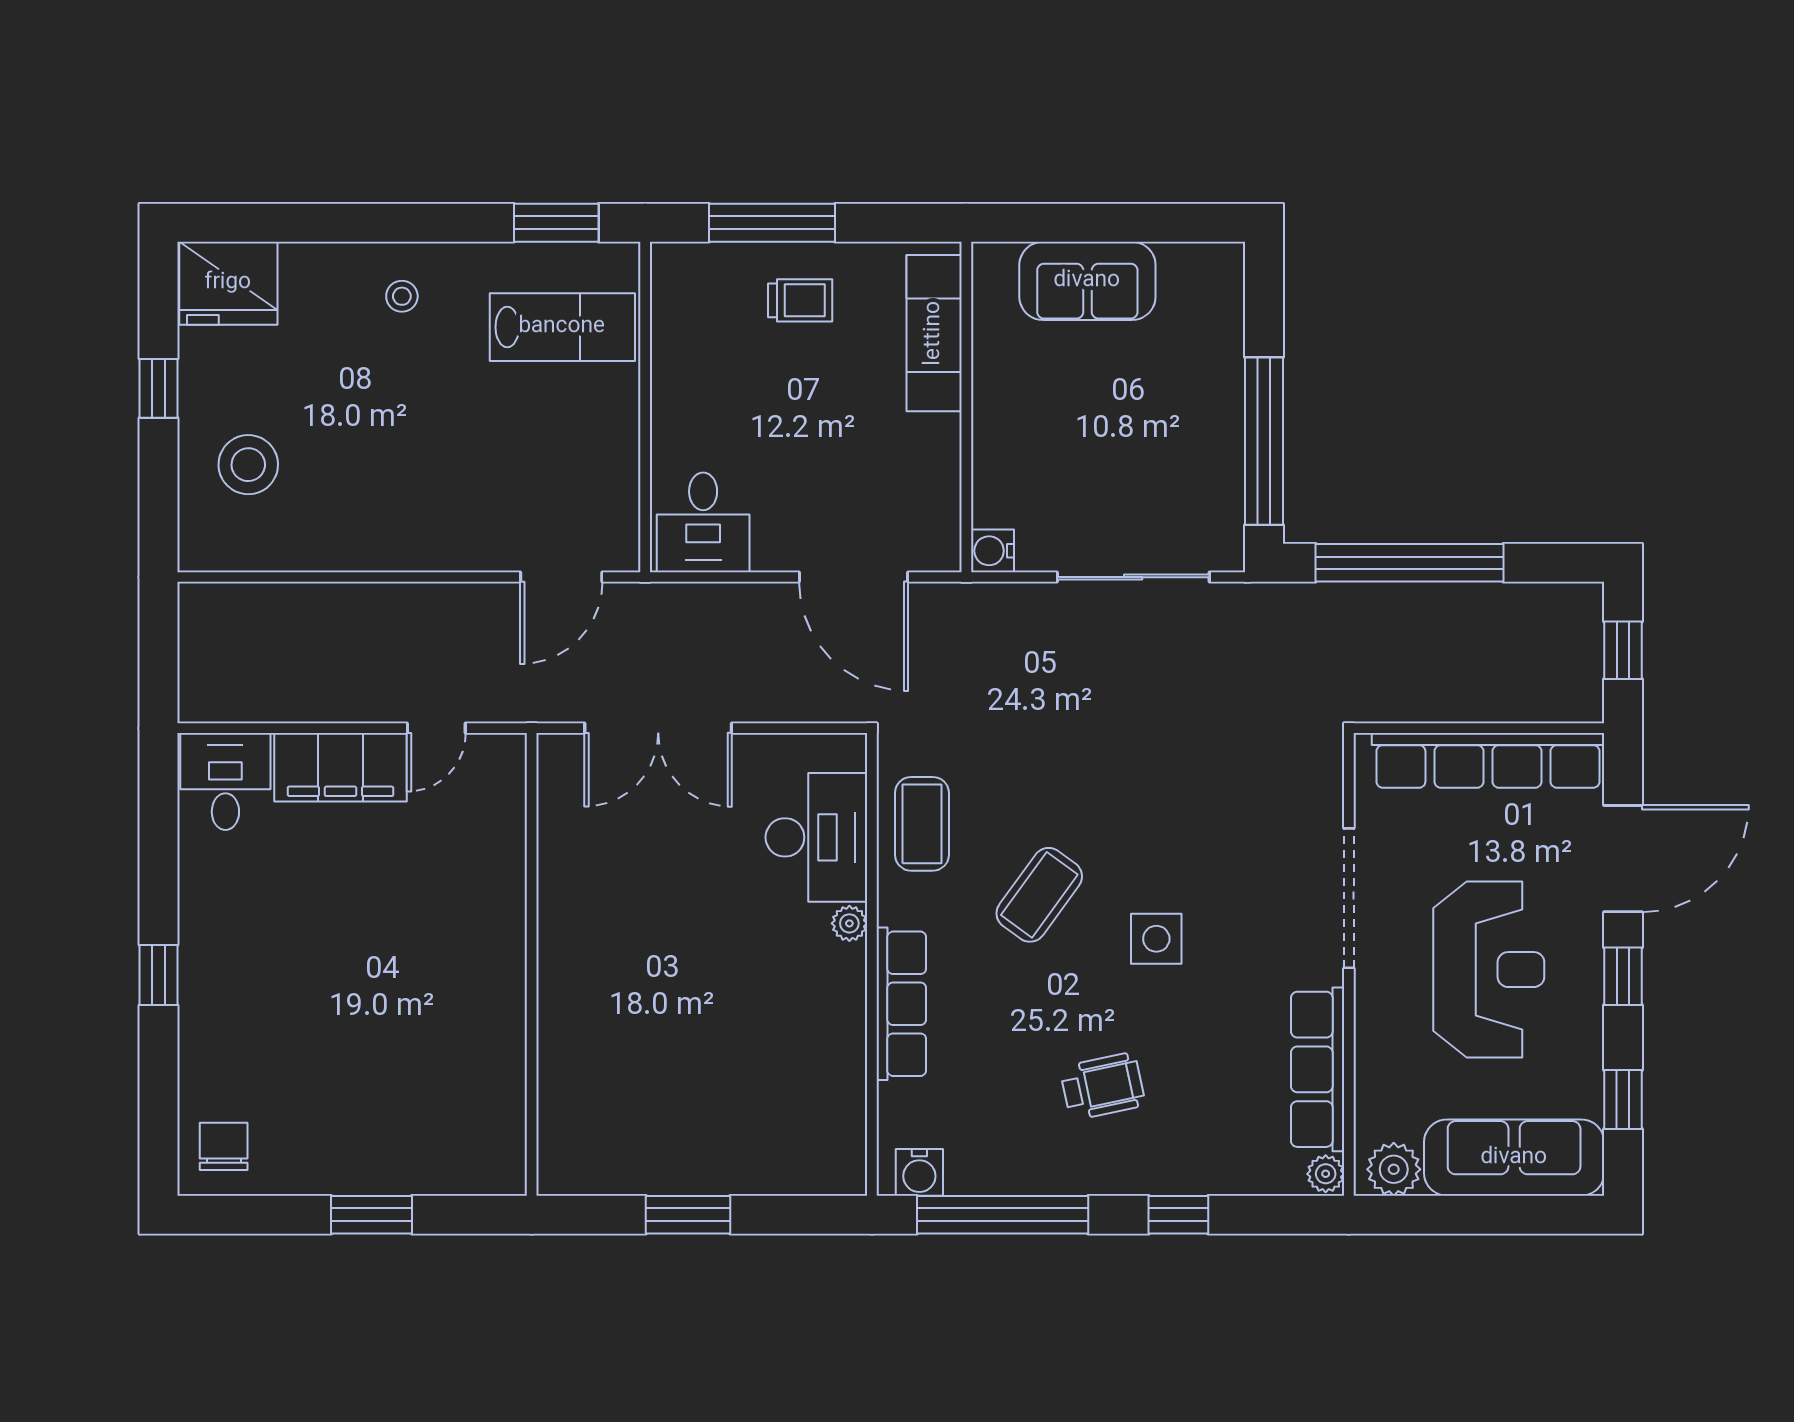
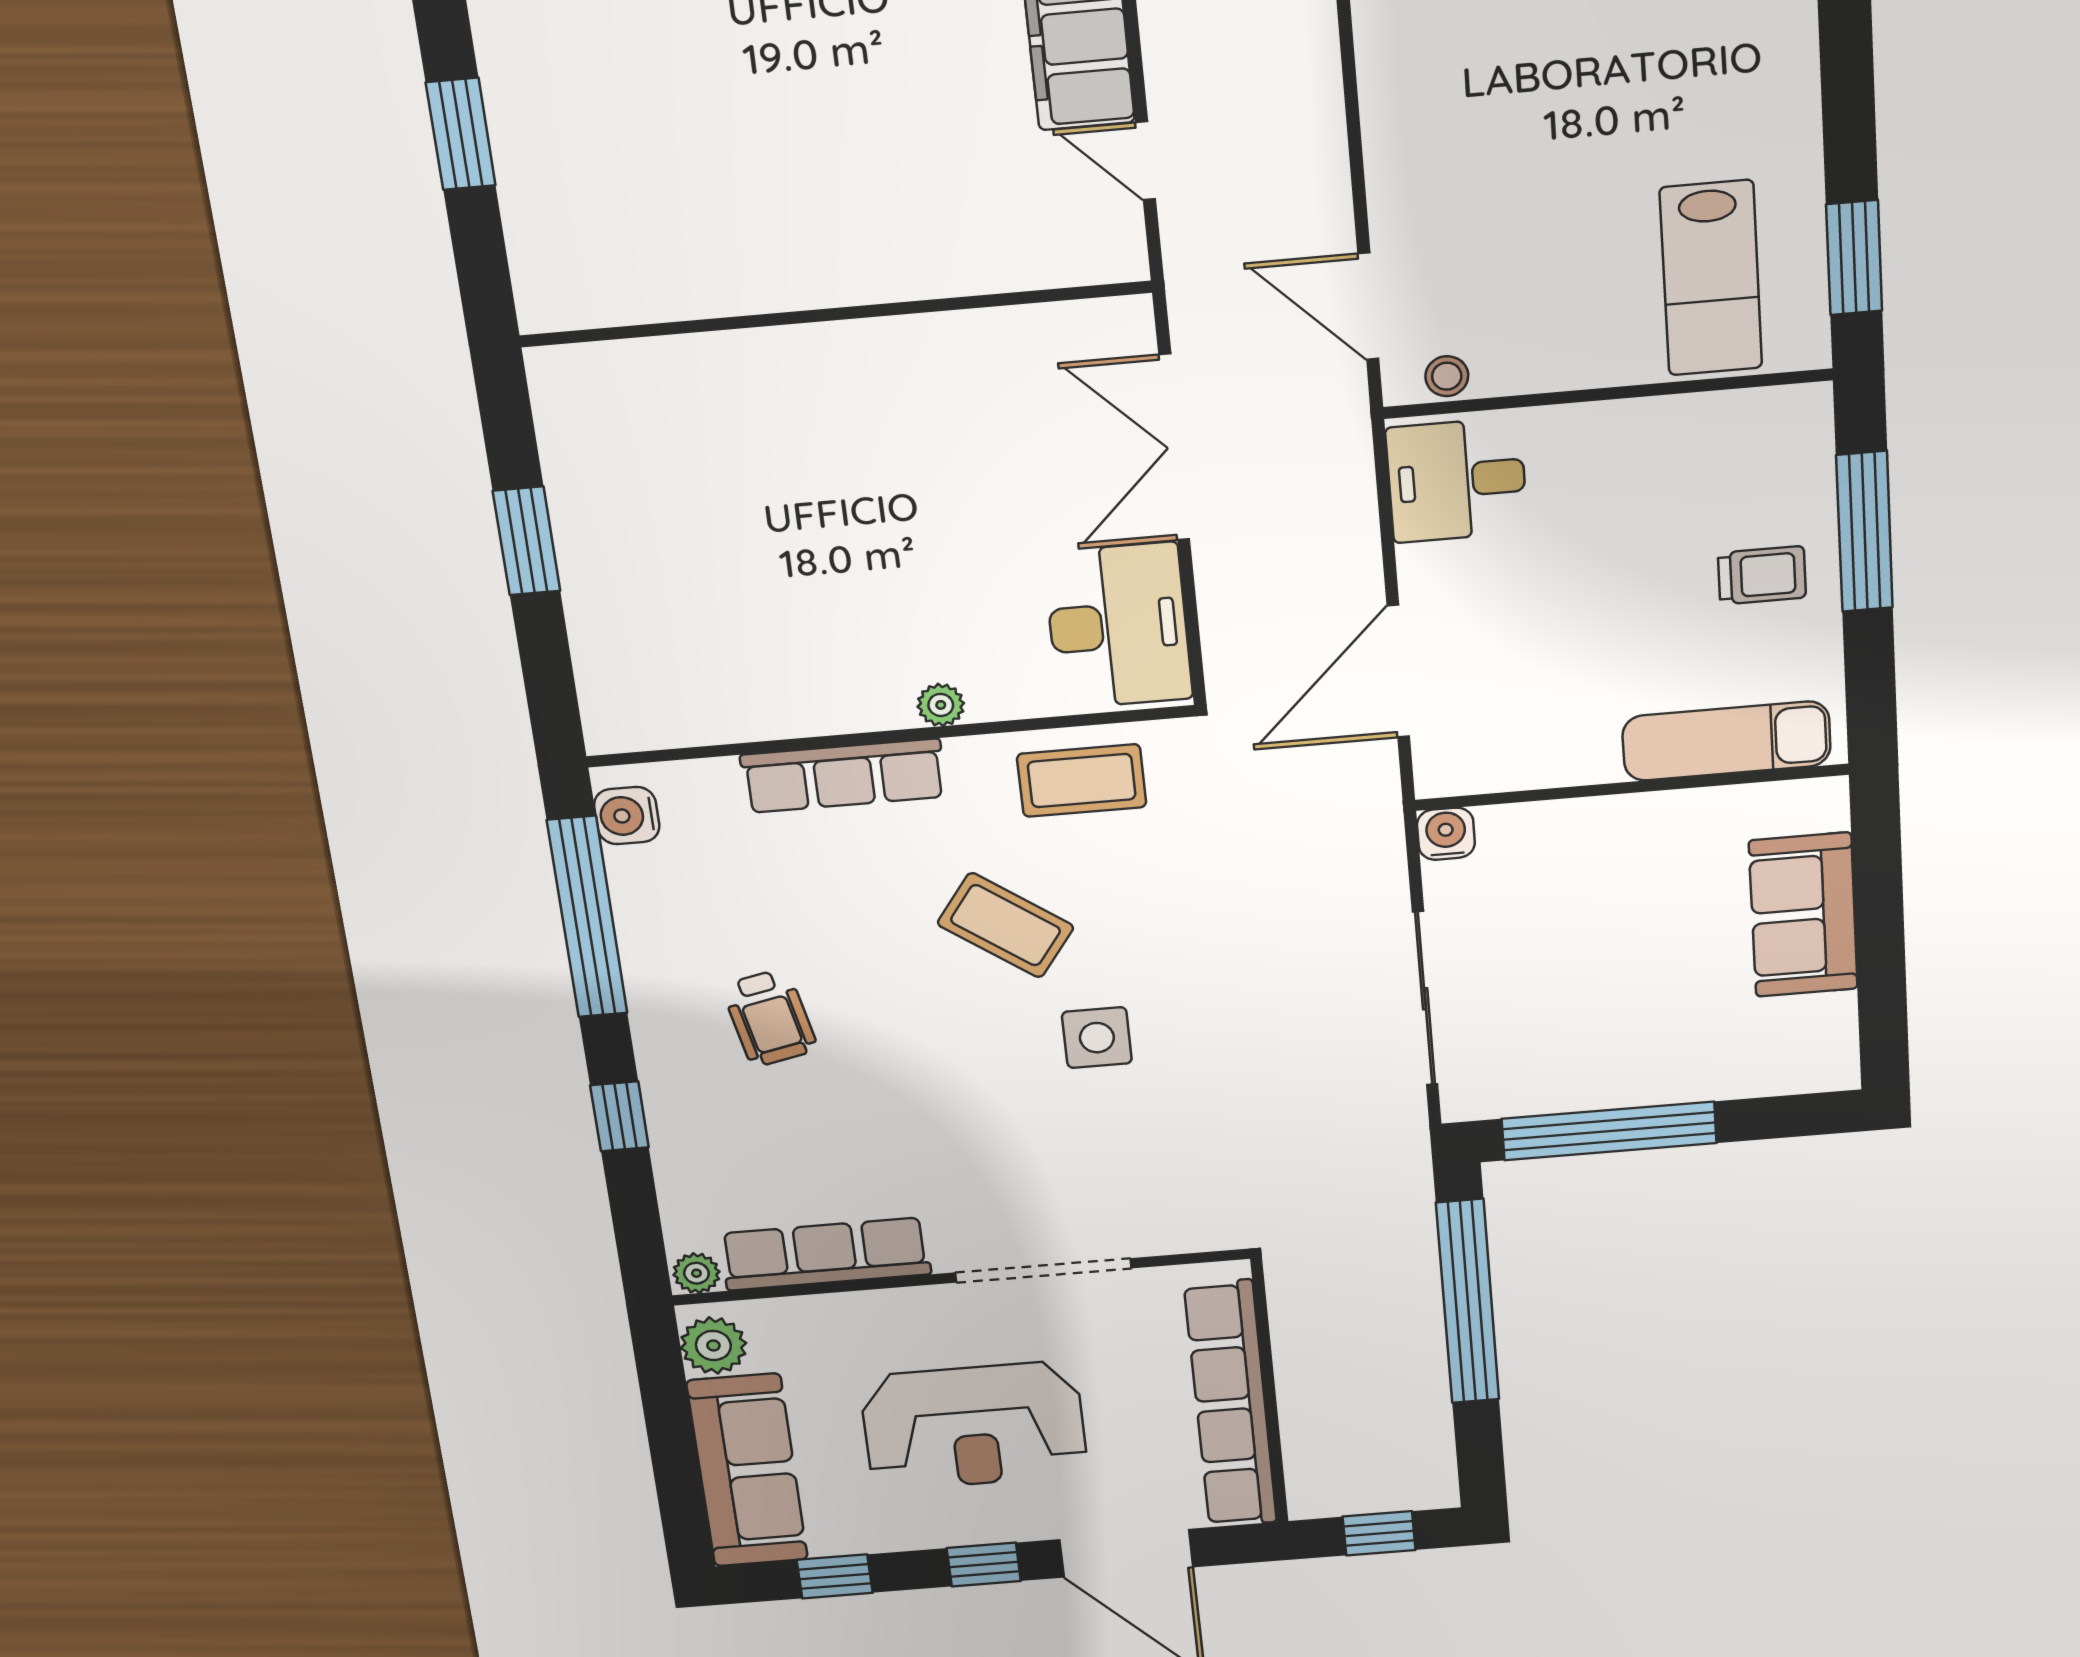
stool: (402, 296) -> (1447, 376), moved
trolley: (800, 300) -> (1762, 575), turned -90
desk: (816, 837) -> (1118, 626), moved, turned -90
side table: (1156, 939) -> (1097, 1038), moved

